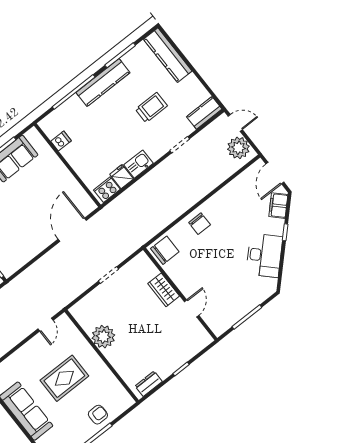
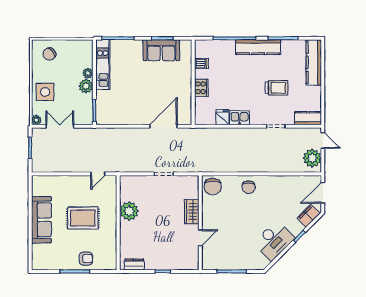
cooker: (107, 190) -> (201, 88), moved, turned 90
chair: (165, 250) -> (213, 187), turned 90

